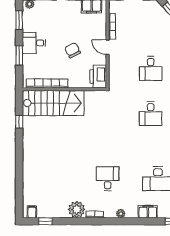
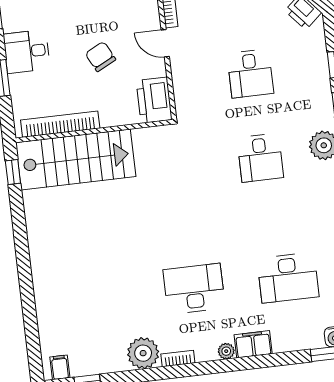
window: (19, 122) -> (13, 172), moved
desk: (108, 179) -> (194, 289), width x1.37
filing cabinet: (148, 212) -> (253, 344), moved

